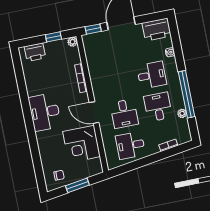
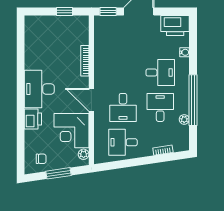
plant: (72, 42) -> (84, 154), moved
printer: (35, 52) -> (33, 119), moved, turned -90

